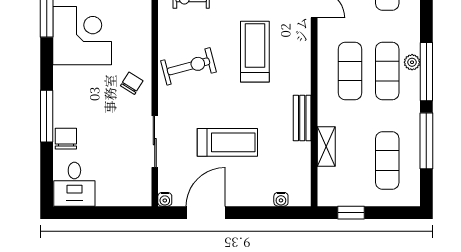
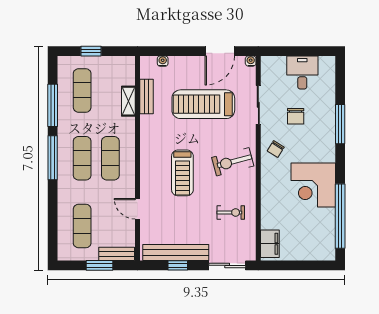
plant: (412, 62) -> (63, 165), removed
bench: (302, 118) -> (147, 97), moved
chair: (66, 139) -> (296, 116), moved
treadmill: (227, 142) -> (203, 104), width x1.37, depth x1.38
desk: (74, 184) -> (302, 73), moved
window: (351, 213) -> (91, 51), moved

